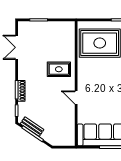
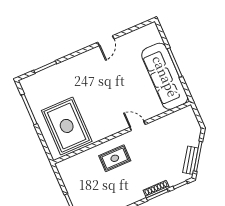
rug: (59, 69) -> (115, 158), turned 90
door: (76, 98) -> (138, 126), swing flipped

